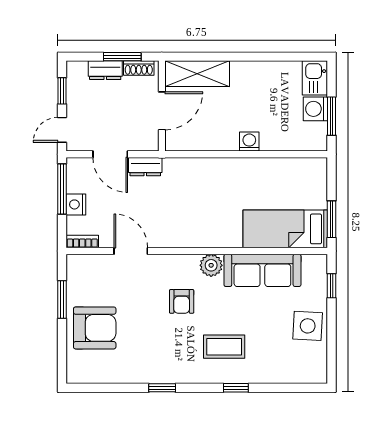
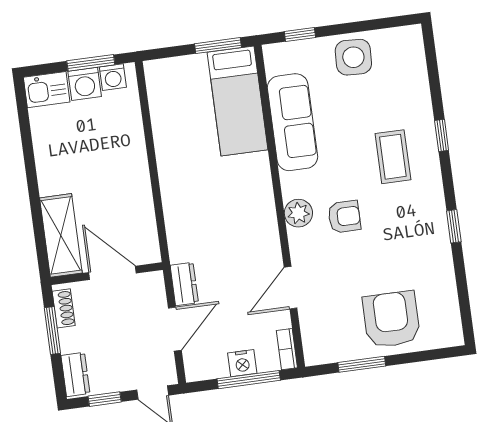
dresser: (105, 70) -> (75, 374), moved
washing machine: (249, 142) -> (113, 77), moved, turned -90
window: (62, 189) -> (249, 380), moved
plant: (211, 265) -> (298, 213), moved

